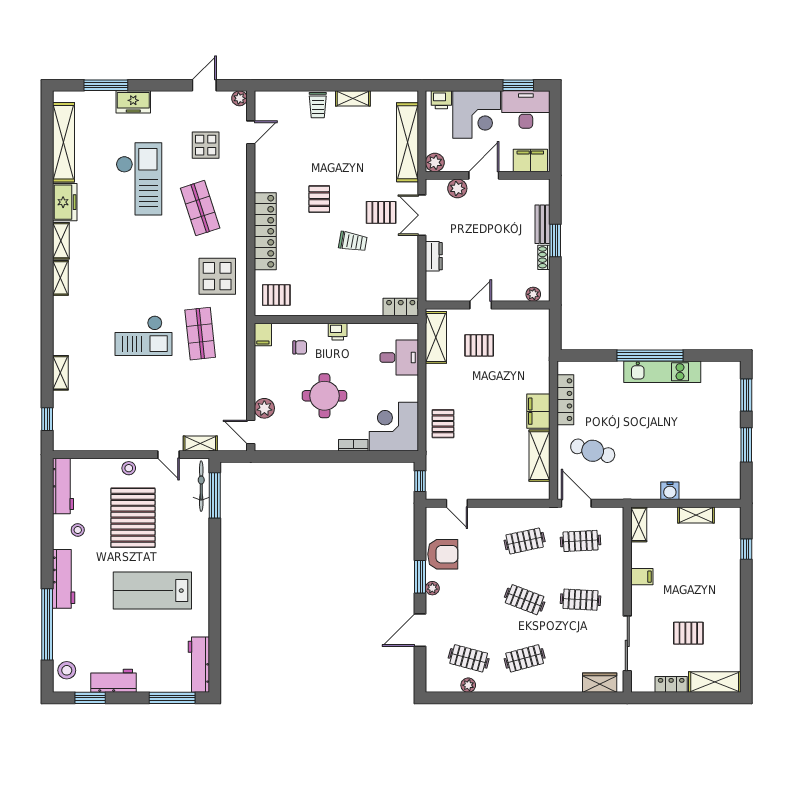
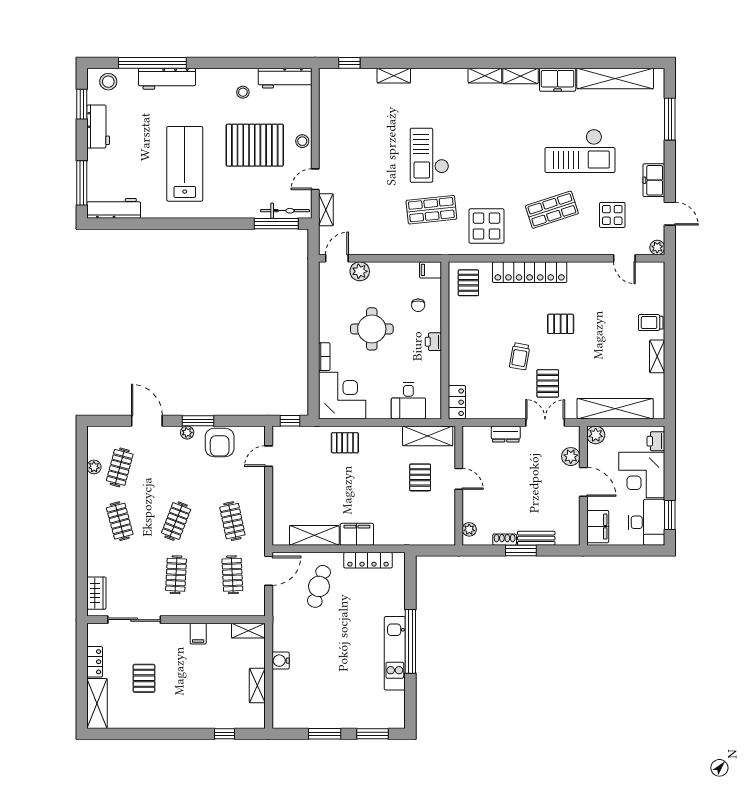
freezer: (133, 102) -> (654, 180), moved
workbench: (64, 579) -> (167, 79), moved

